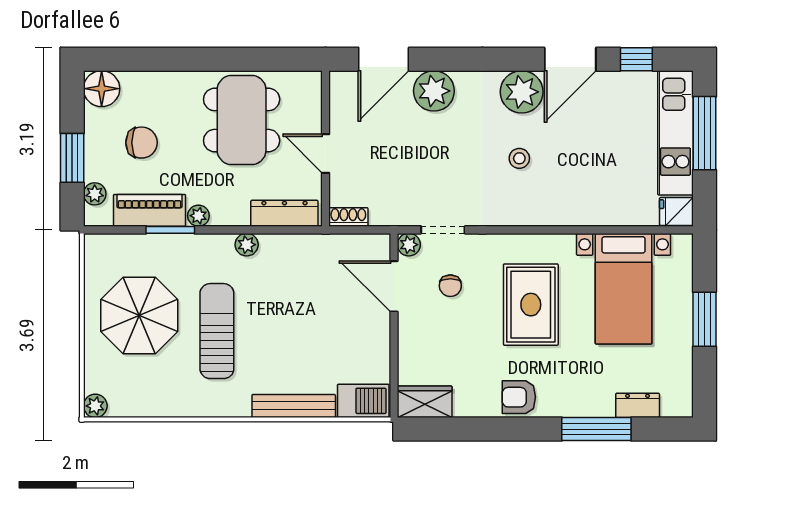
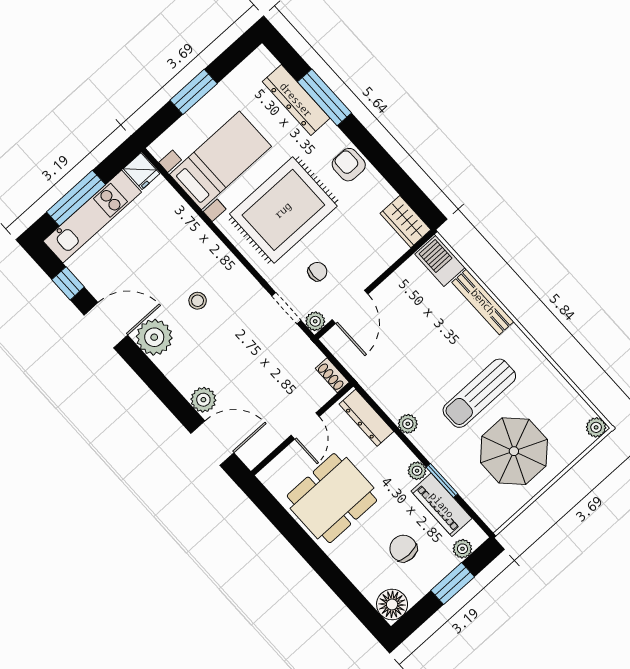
plant: (434, 91) -> (203, 400), width x0.73, depth x0.73
rug: (531, 305) -> (283, 210), width x1.37, depth x1.44
armchair: (519, 397) -> (349, 165), turned 180
dresser: (638, 405) -> (296, 100), width x1.96, depth x1.24

